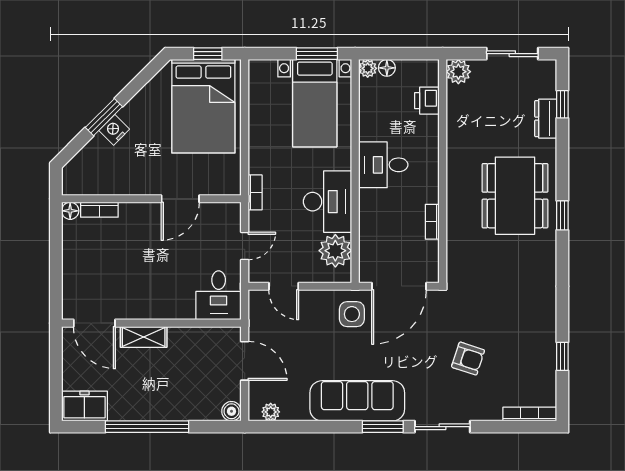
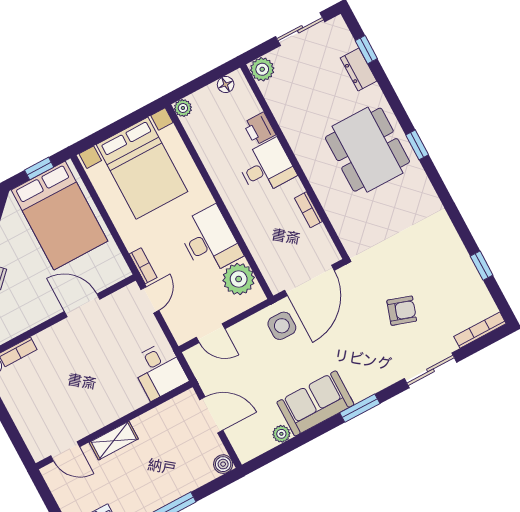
window: (317, 54) -> (133, 119), removed
floor lamp: (387, 68) -> (226, 85), moved
printer: (427, 101) -> (259, 129), moved
bed with nightstands: (315, 103) -> (142, 168), width x1.36
desk: (383, 165) -> (266, 167), moved, turned 180
door: (180, 199) -> (82, 305), swing flipped
door: (245, 246) -> (150, 300), moved
door: (94, 323) -> (65, 451), width x0.73
sofa: (357, 401) -> (315, 403), width x0.73
plant: (271, 412) -> (281, 434), moved
sliding door: (442, 427) -> (431, 370), moved

